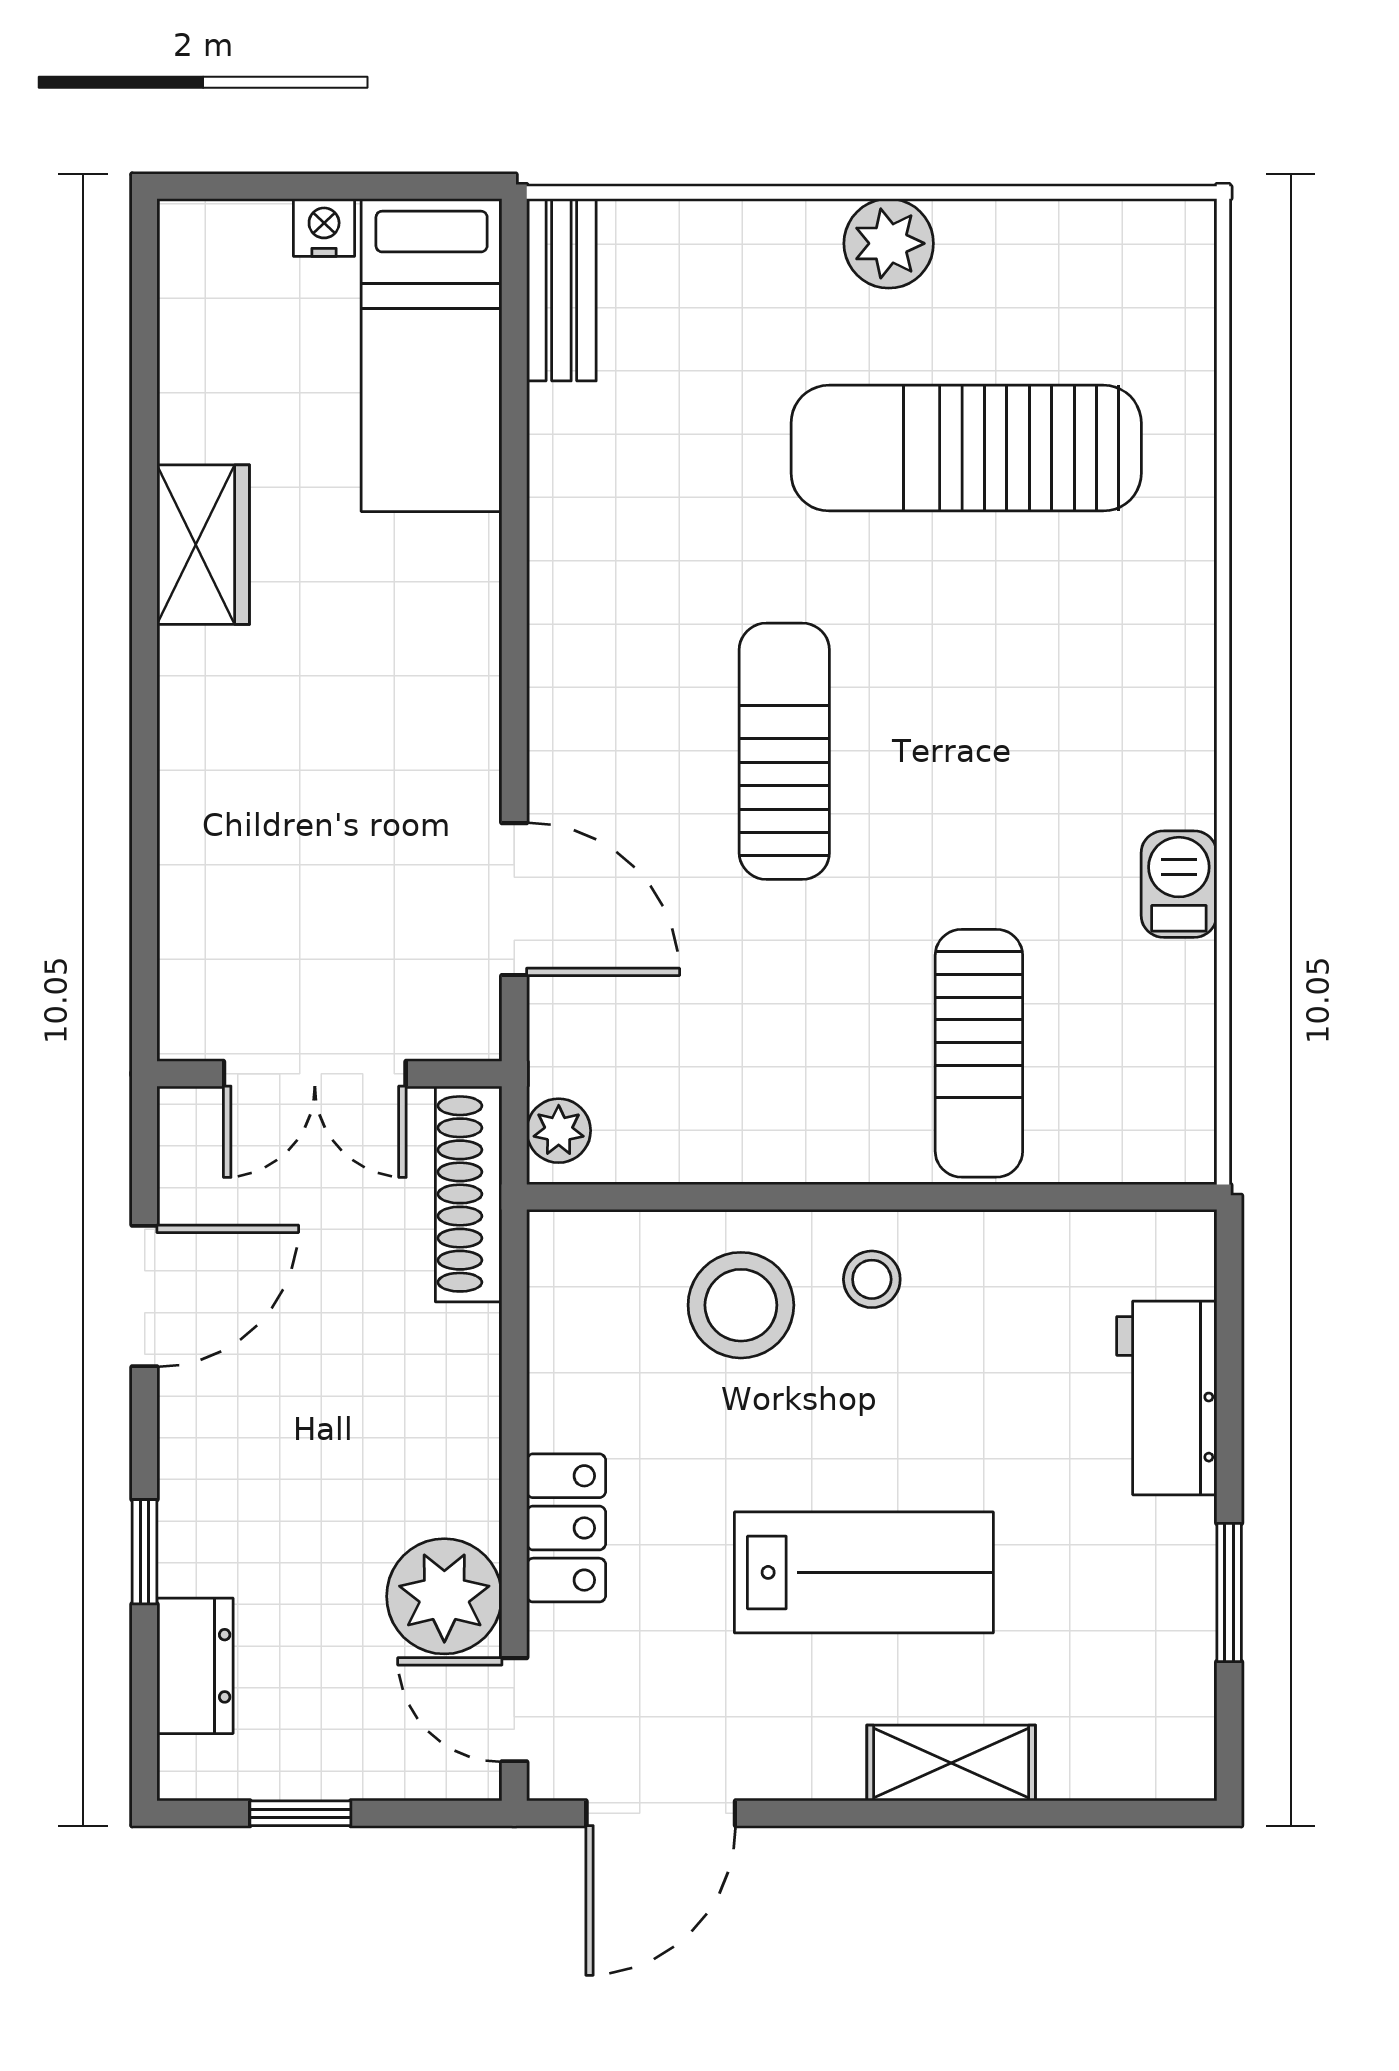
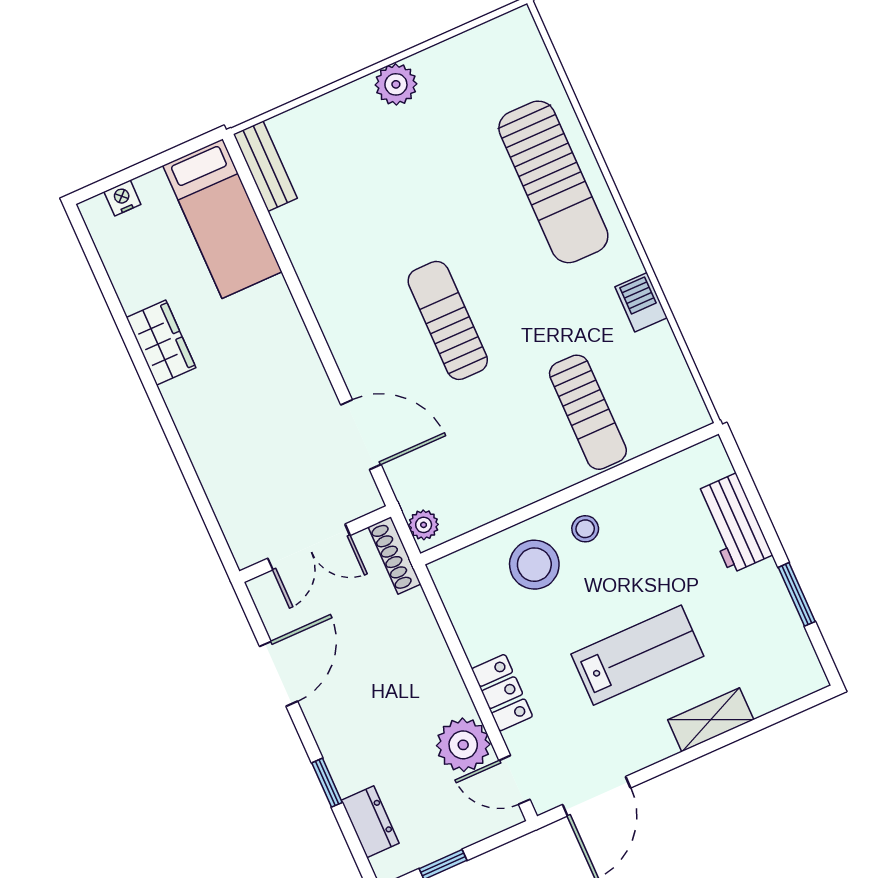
nightstand: (324, 228) -> (122, 198), moved
sun lounger: (966, 448) -> (553, 182), moved, turned -90
shoe rack: (469, 1194) -> (395, 556), width x0.74, depth x0.81

